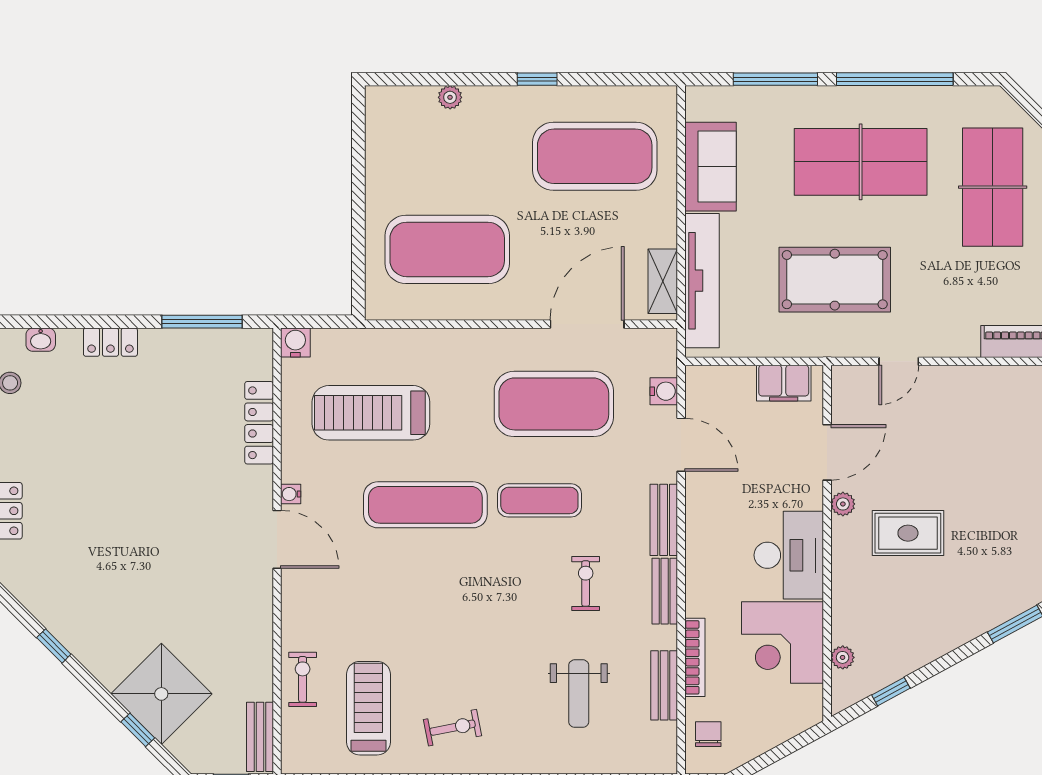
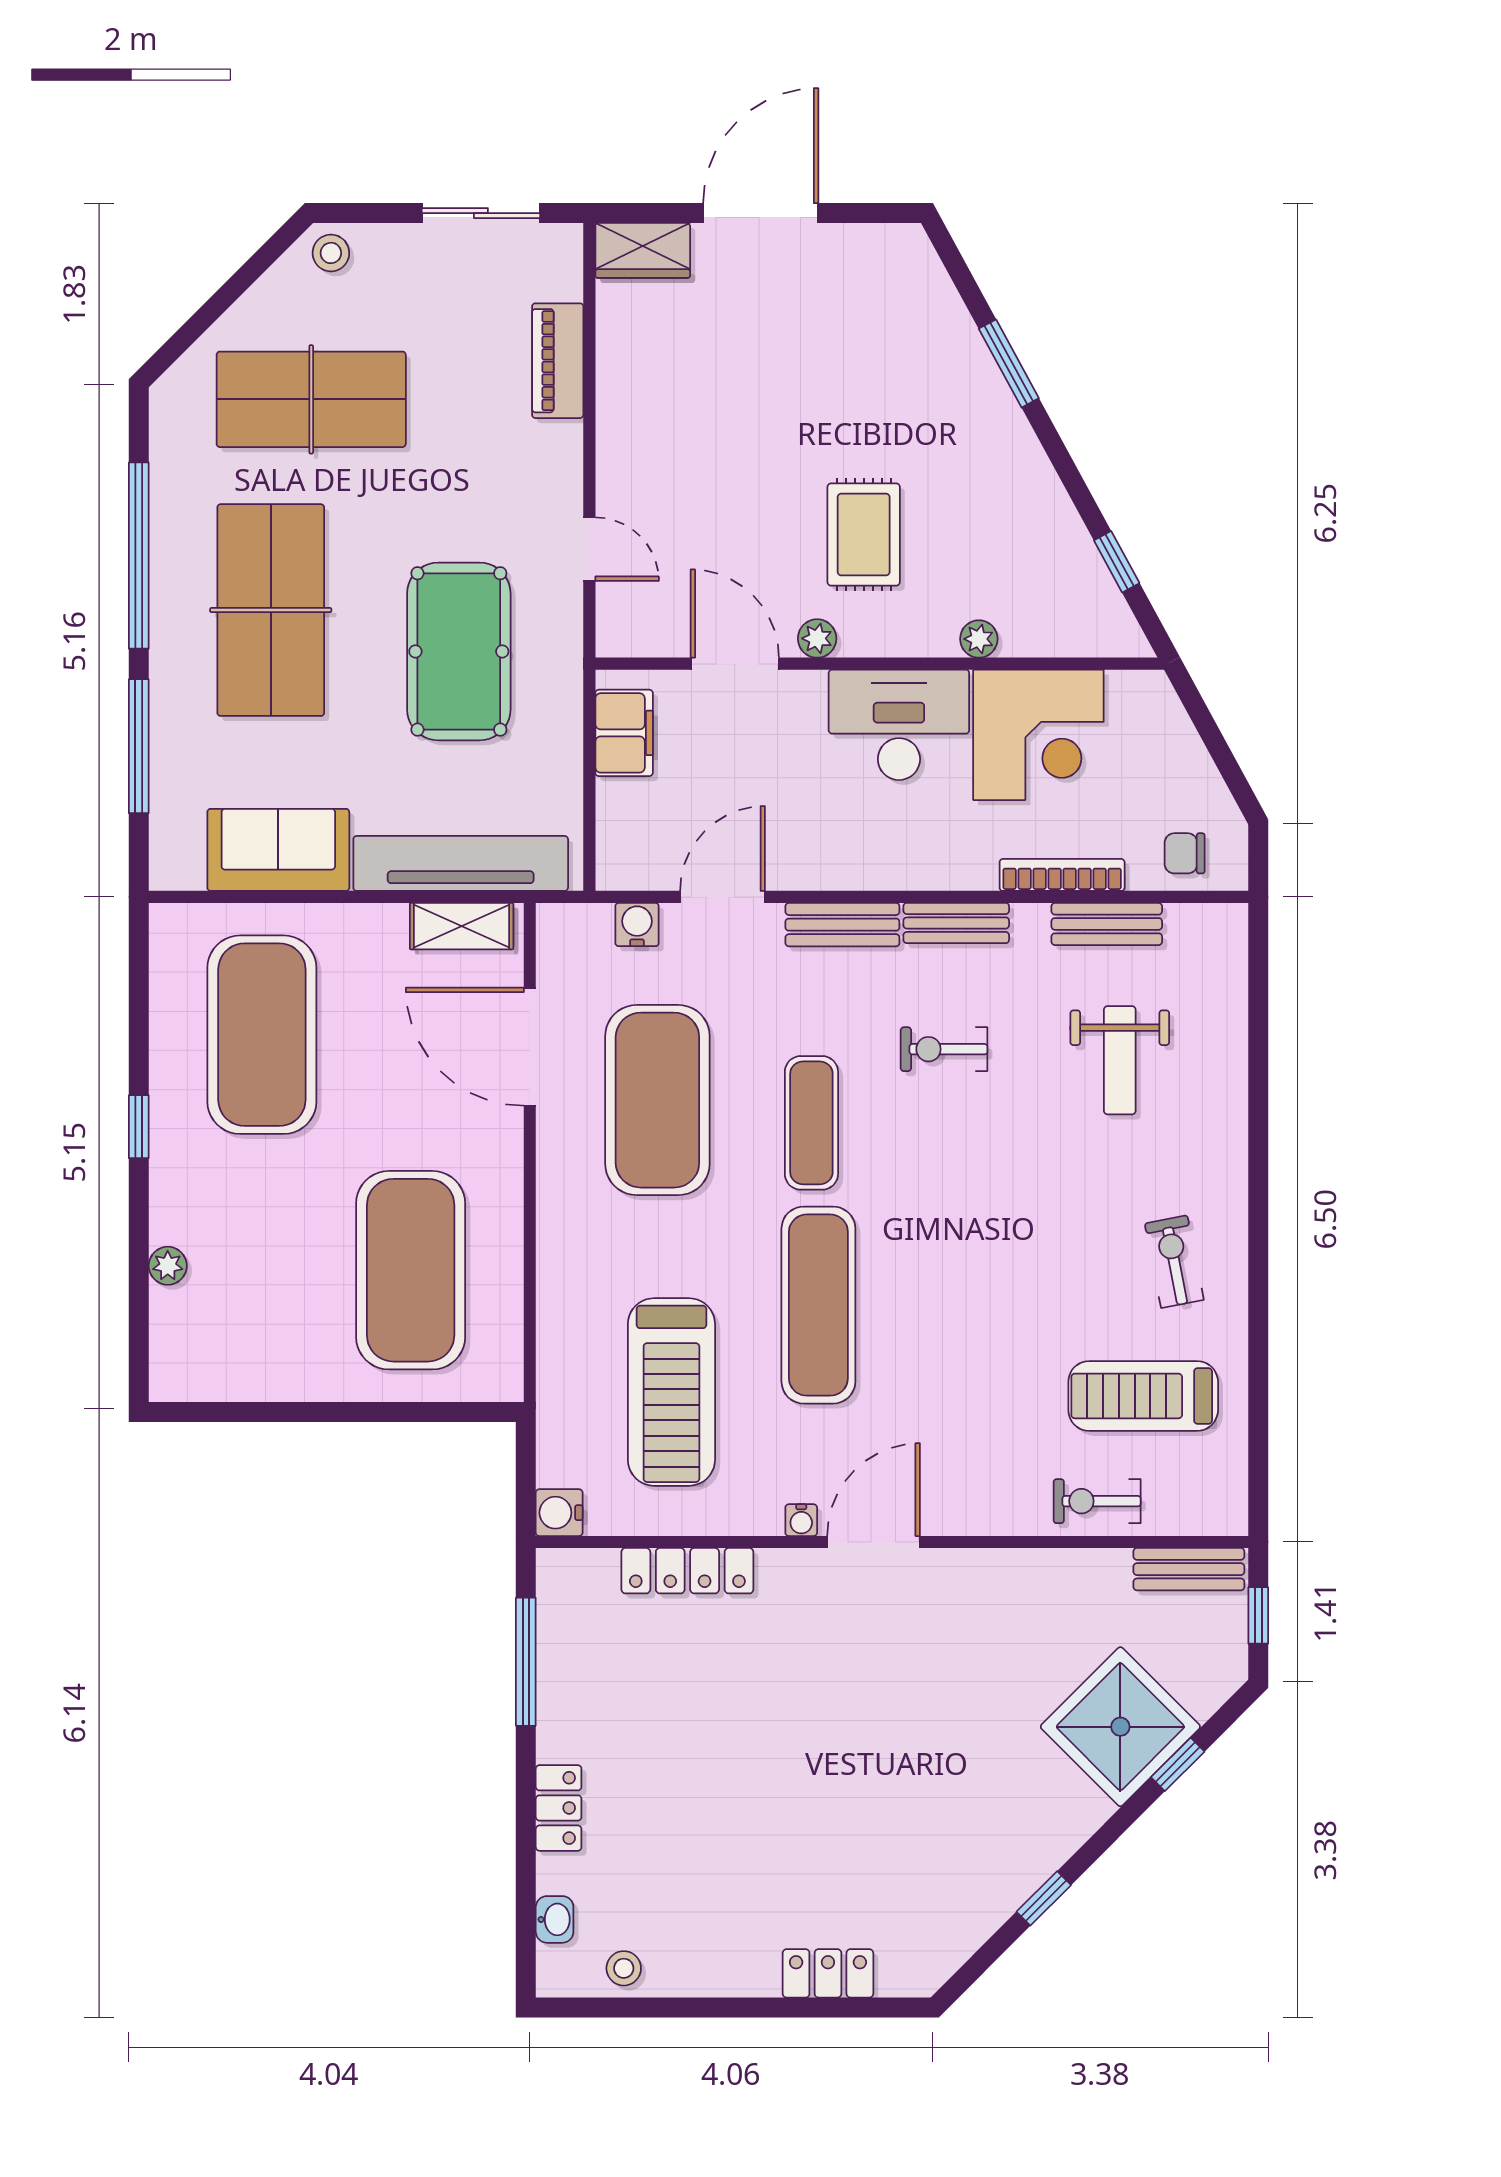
plant: (843, 657) -> (979, 639), moved
weight bench: (579, 694) -> (1120, 1060), turned 90

